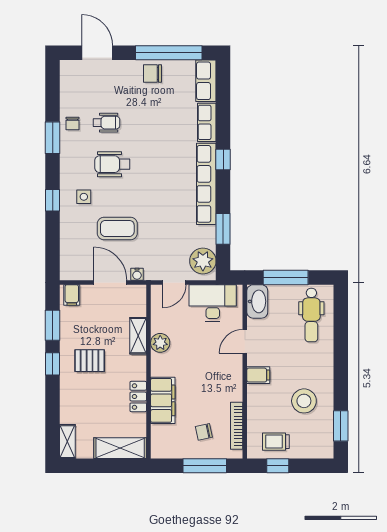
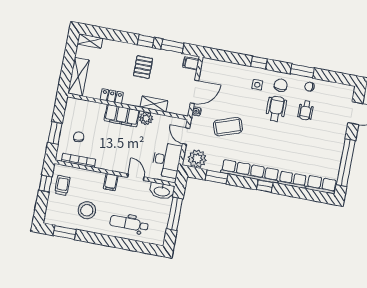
chair: (152, 74) -> (281, 85), moved
coffee table: (117, 228) -> (228, 127), moved, turned 71
dental chair: (311, 315) -> (129, 224), moved
filing cabinet: (163, 400) -> (122, 116), moved
window: (205, 466) -> (55, 133), width x0.69

